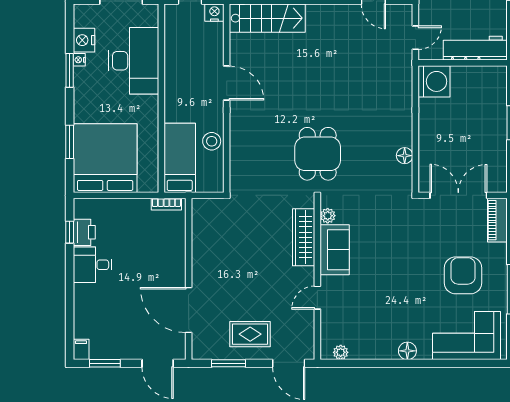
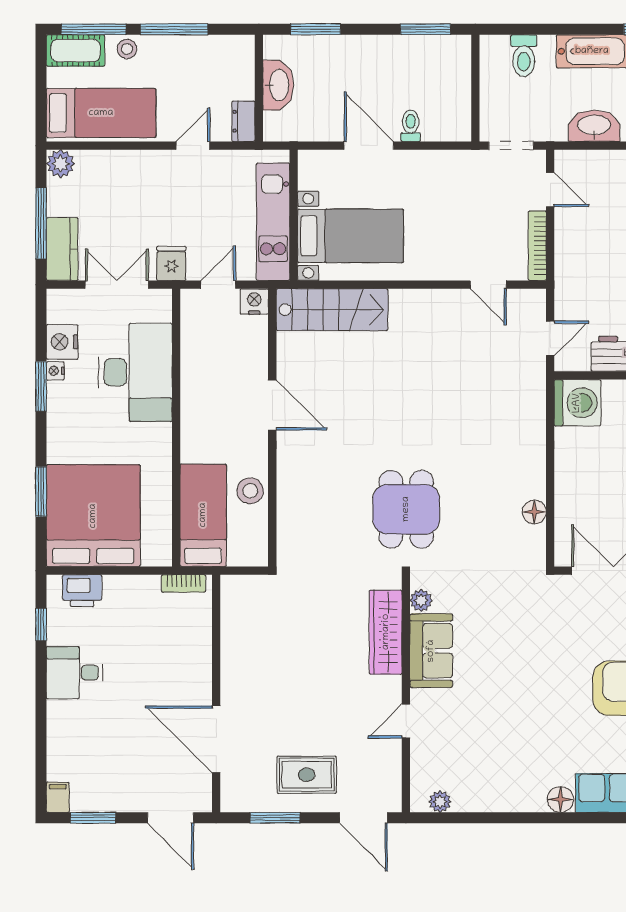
printer: (84, 232) -> (82, 591), moved, turned 90
floor lamp: (407, 351) -> (560, 799), moved

